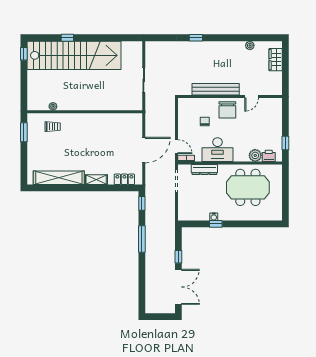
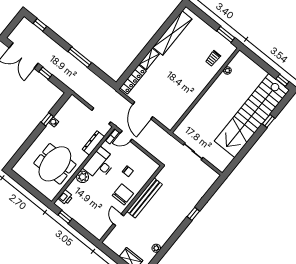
chair: (227, 110) -> (123, 194), turned 90
plant: (255, 155) -> (83, 177), moved
locker: (124, 179) -> (133, 79), width x1.53
window: (142, 203) -> (40, 25), moved

